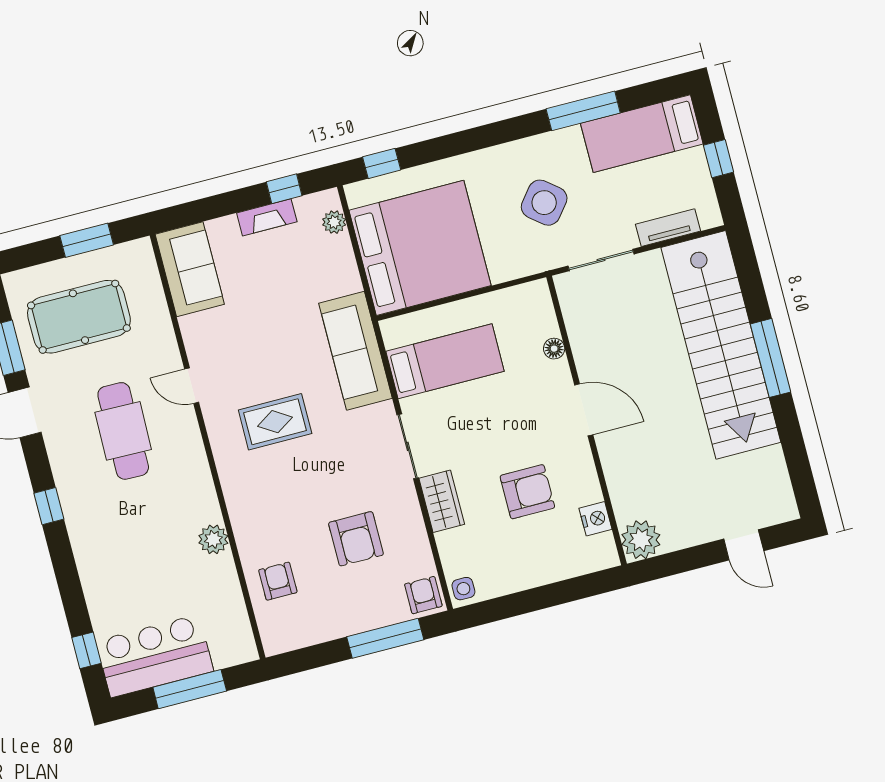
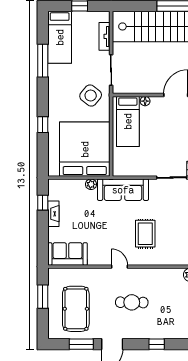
window: (382, 163) -> (43, 125), moved
side table: (544, 203) -> (91, 96), moved
plant: (334, 222) -> (91, 184), moved
bed: (445, 361) -> (128, 121), moved, turned 180
door: (192, 386) -> (120, 267), swing flipped
cafe table: (123, 431) -> (132, 302), width x0.73, depth x0.74

